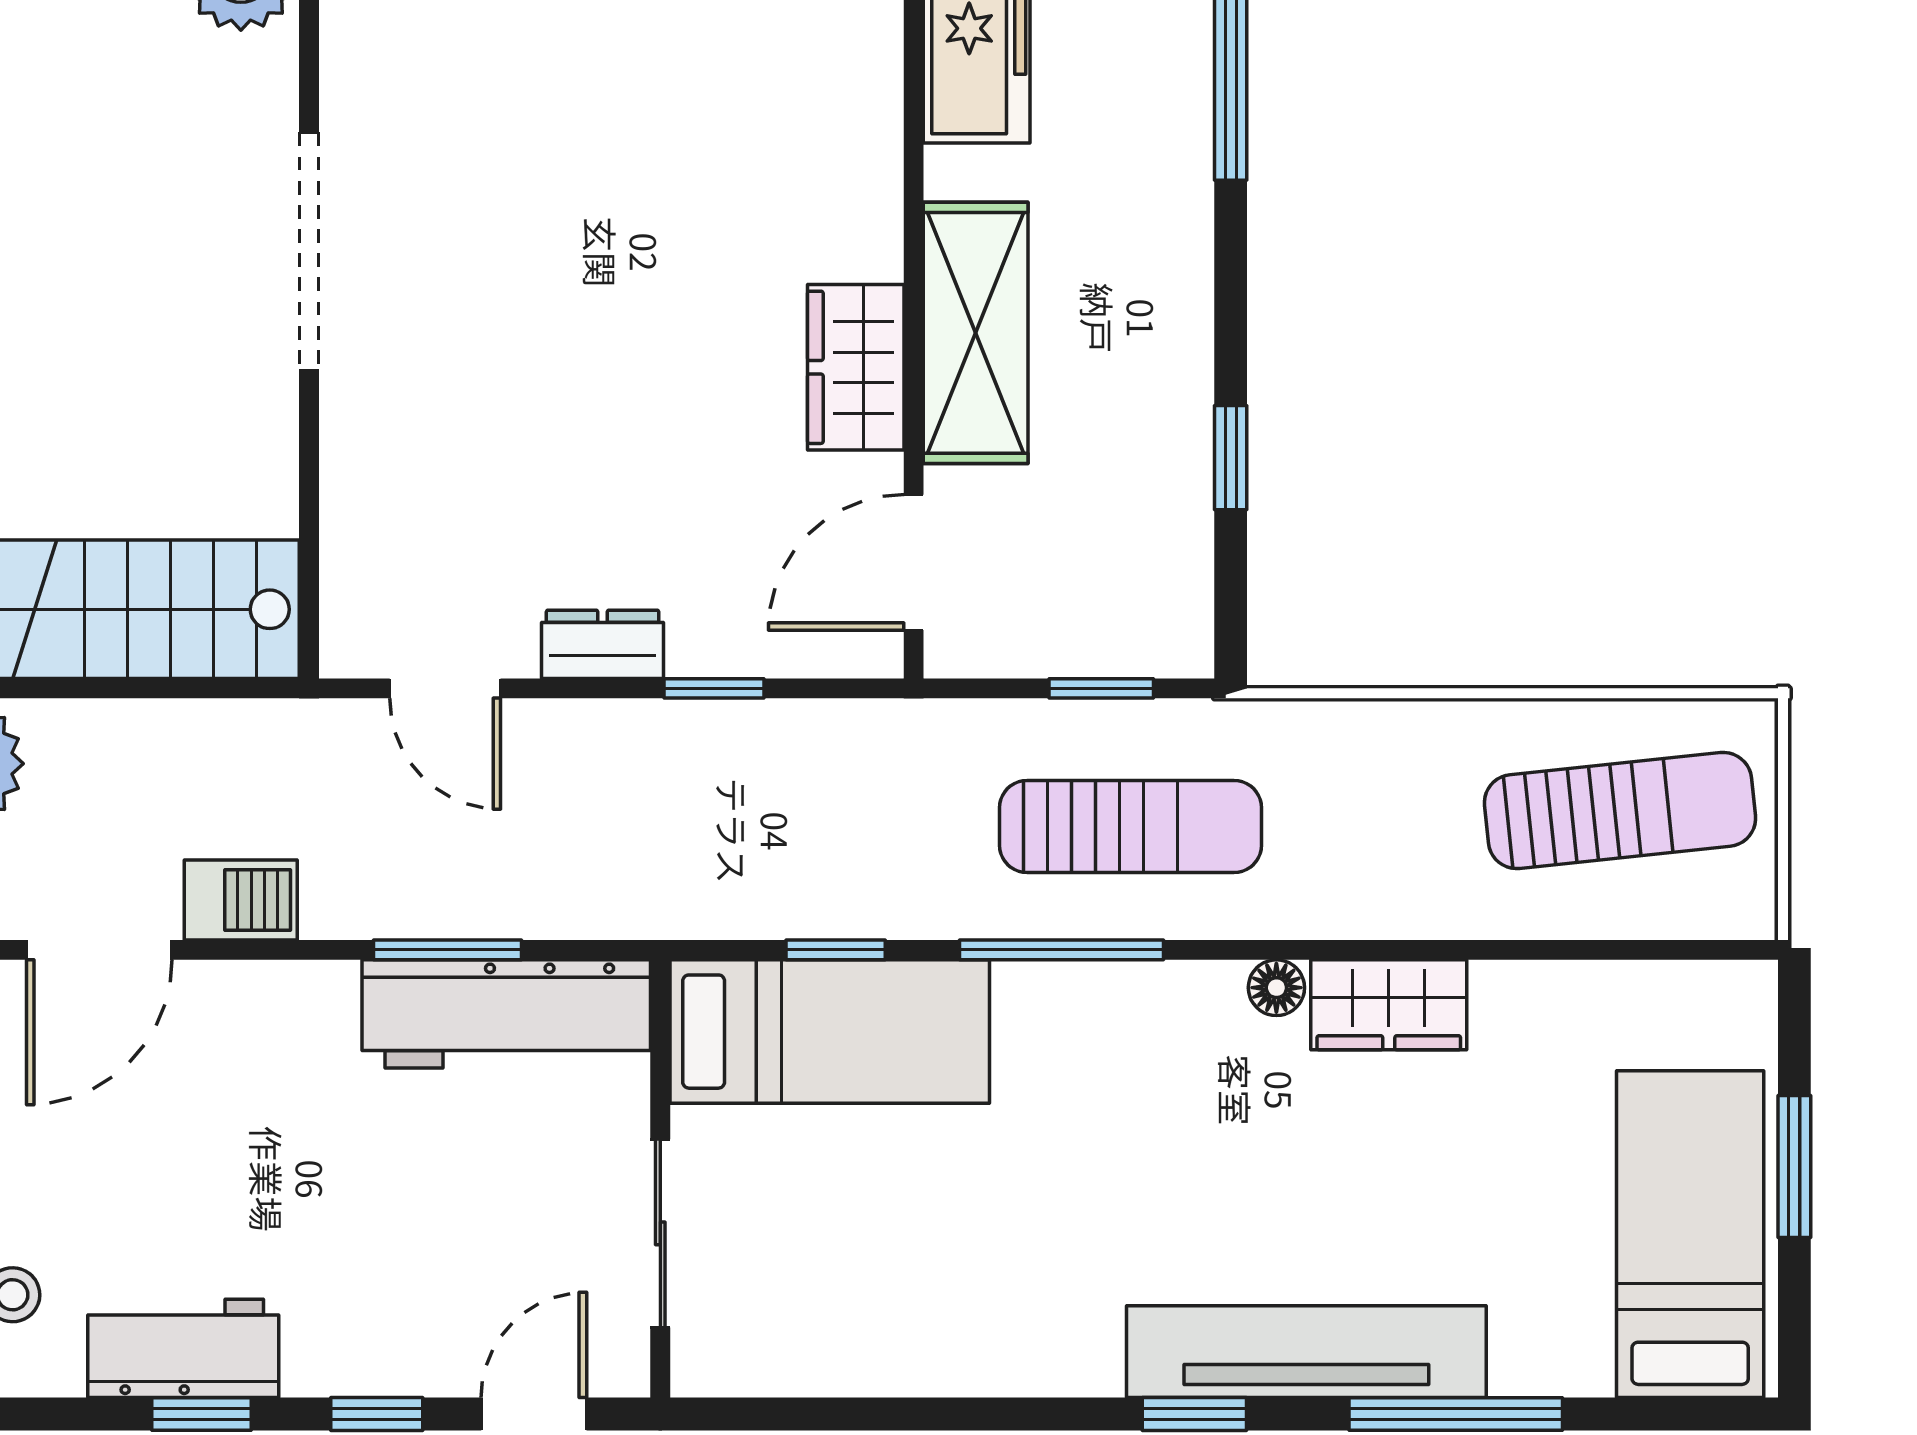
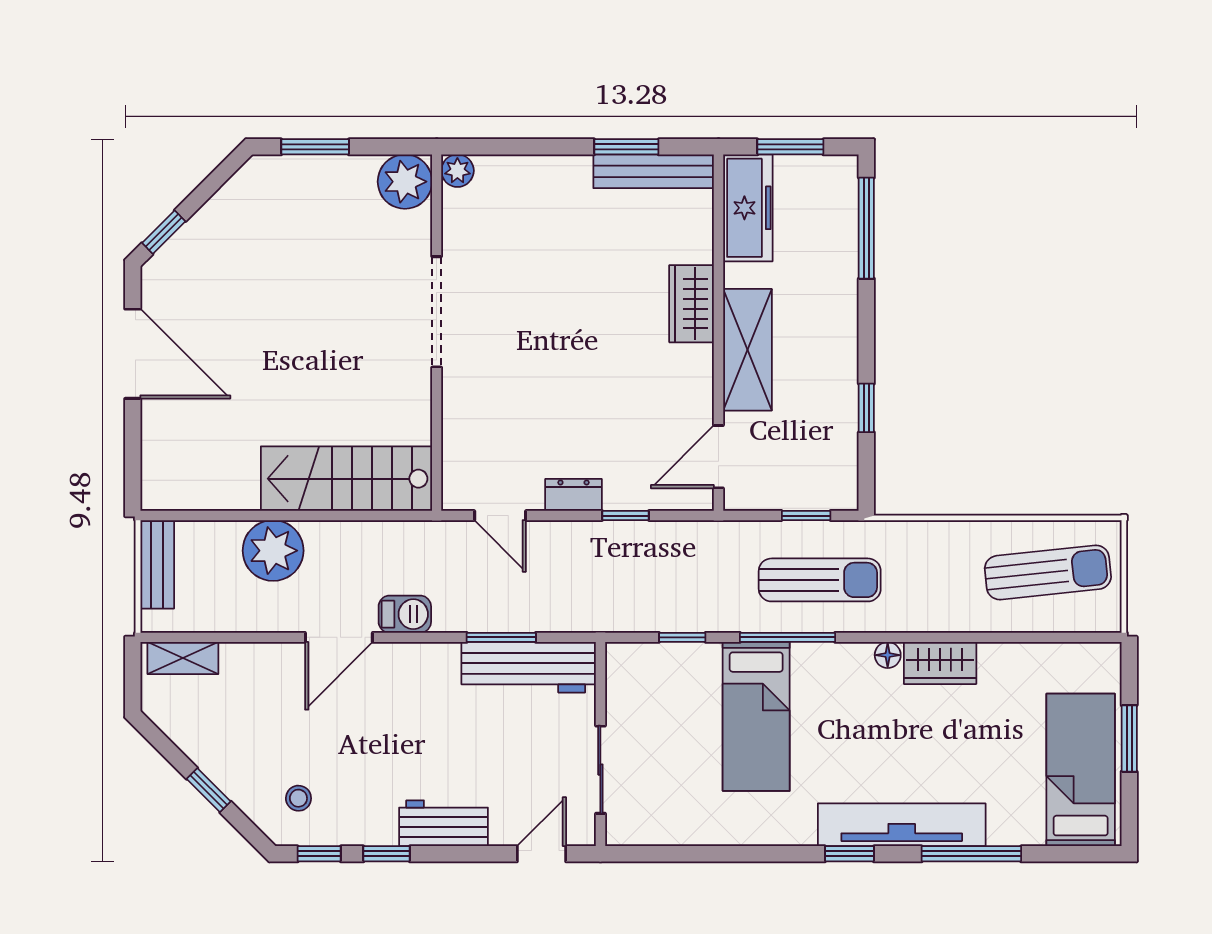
wardrobe: (856, 367) -> (692, 304), moved
bed: (830, 1032) -> (756, 716), moved, turned 90
workbench: (183, 1348) -> (443, 823), moved
window: (377, 1414) -> (319, 854), moved

